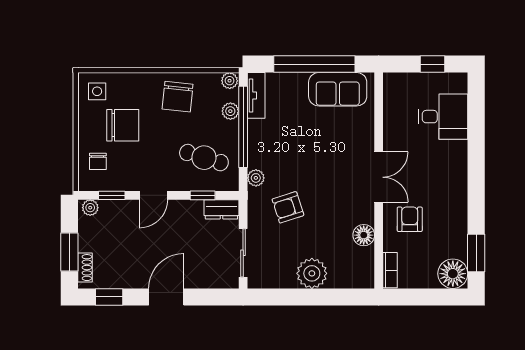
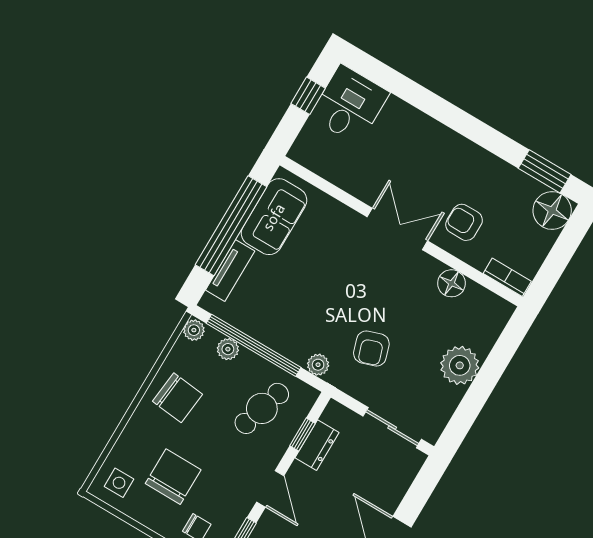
tv unit: (256, 95) -> (230, 271), moved, turned 90
desk: (443, 117) -> (349, 105), moved
dresser: (221, 209) -> (317, 445), moved

